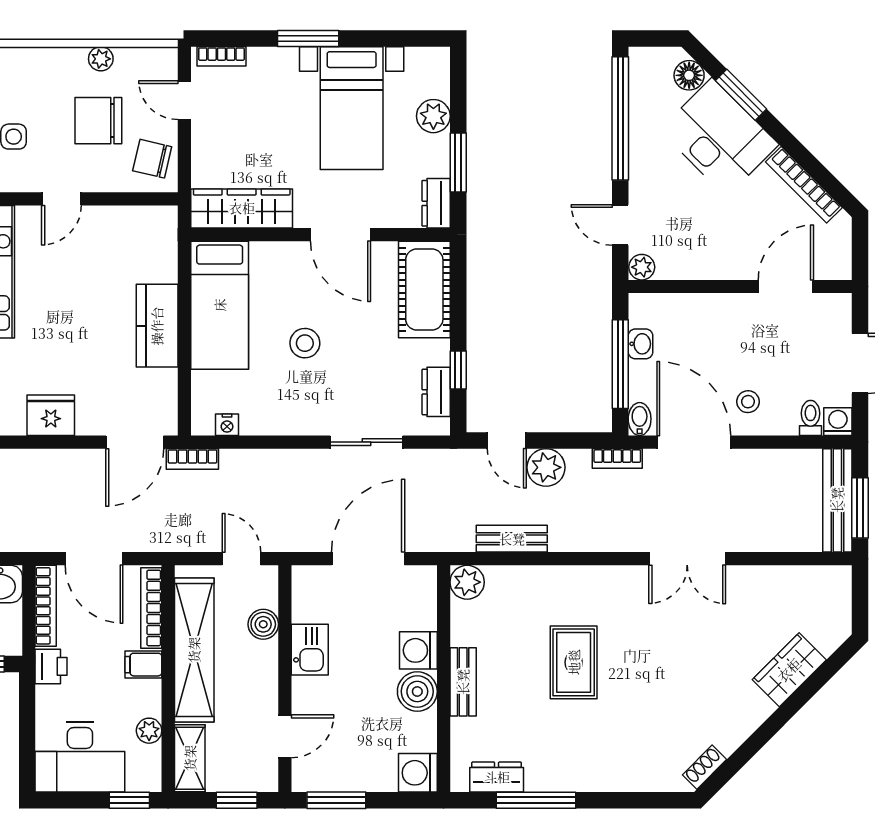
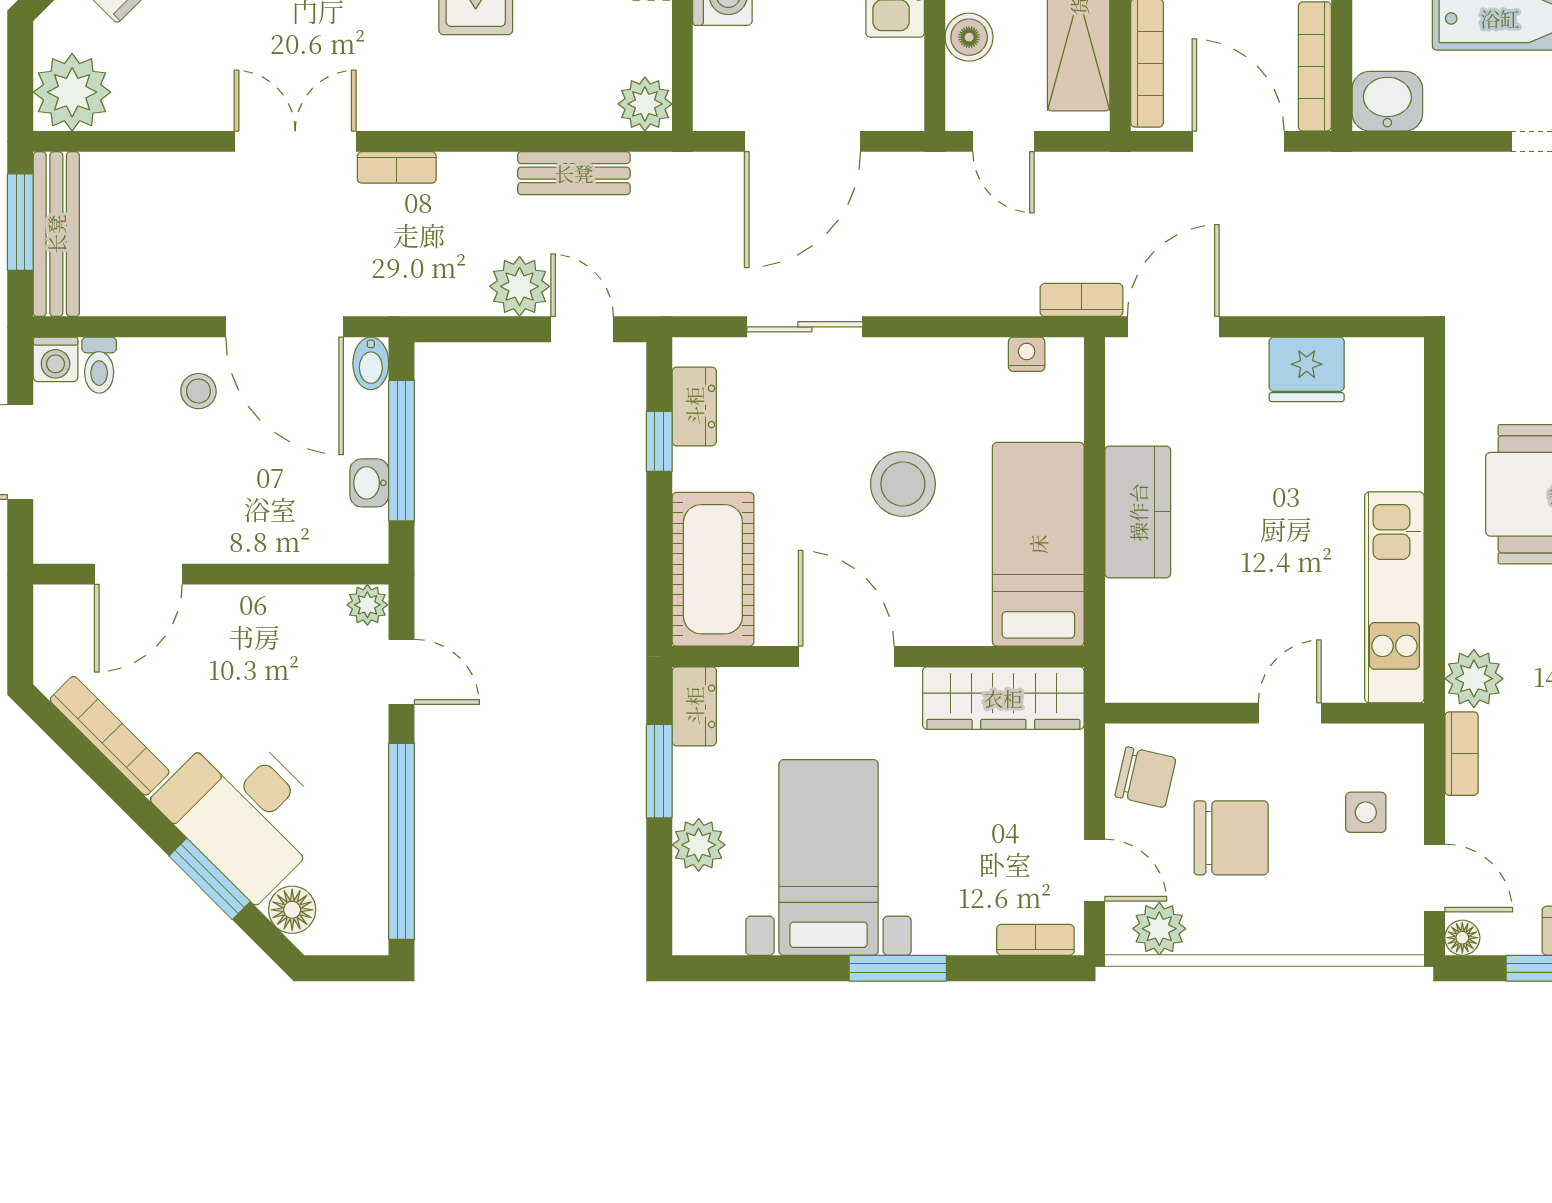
plant: (101, 59) -> (1159, 929), moved, width x1.38, depth x1.38
stool: (305, 343) -> (903, 484), width x1.38, depth x1.38
bookcase: (617, 458) -> (397, 167), moved, turned 180
plant: (828, 590) -> (72, 92), added

